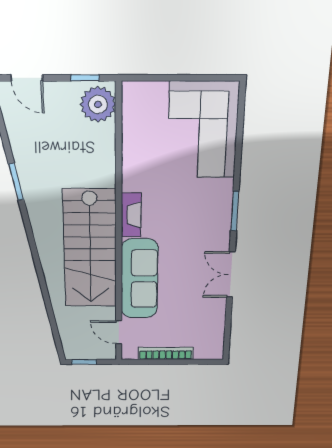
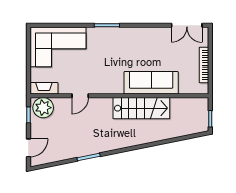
fireplace: (131, 215) -> (44, 88), moved
stairs: (90, 249) -> (141, 108), width x0.73, depth x0.66
double door: (231, 275) -> (187, 25), moved
door: (119, 332) -> (80, 96), moved

